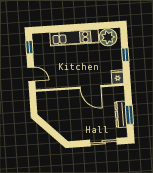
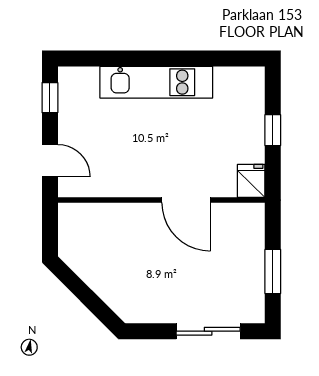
plant: (108, 37) -> (235, 87), removed
dresser: (121, 114) -> (253, 269), removed

